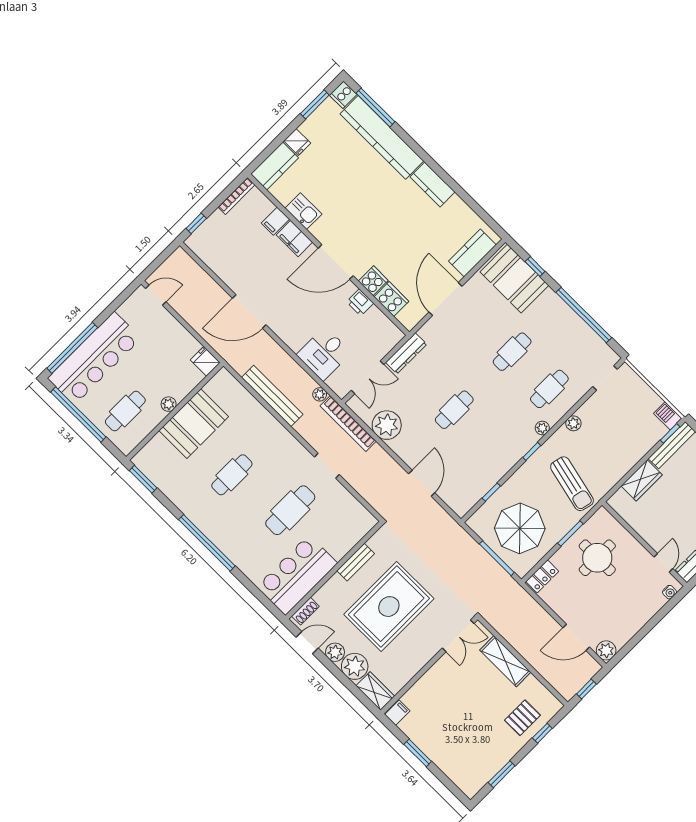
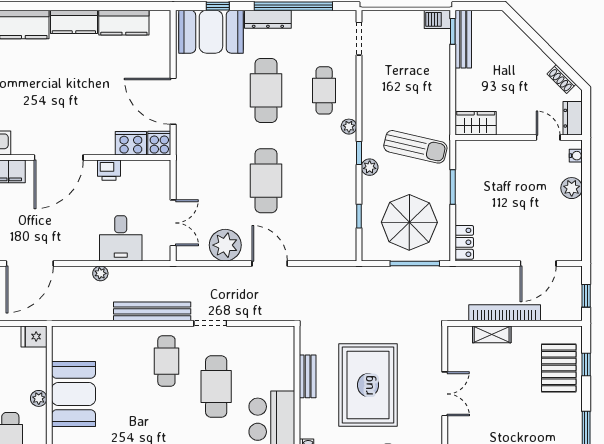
kitchen counter: (472, 253) -> (124, 23), moved, turned -90
cooker: (373, 281) -> (159, 143), moved
cafe table: (512, 352) -> (266, 90), width x1.37, depth x1.35
dresser: (406, 353) -> (268, 19), moved, turned 90
plant: (320, 394) -> (100, 273), moved
bench: (272, 396) -> (152, 311), moved
cafe table: (454, 410) -> (266, 181), width x1.37, depth x1.35
bookcase: (348, 423) -> (505, 313), moved, turned 180
plant: (573, 423) -> (370, 167), moved
cafe table: (232, 475) -> (166, 361), moved
wardrobe: (642, 480) -> (476, 123), moved, turned -90
door: (422, 483) -> (270, 263), moved
round table: (597, 558) -> (493, 185), removed
double door: (458, 636) -> (445, 394), moved
plant: (606, 650) -> (572, 188), moved
shelving: (505, 661) -> (492, 334), width x0.67, depth x0.75
pallet: (522, 718) -> (559, 368), width x1.50, depth x1.42

